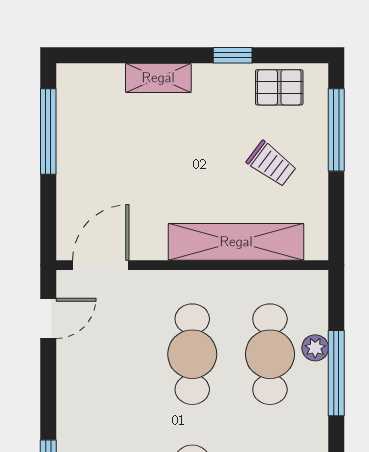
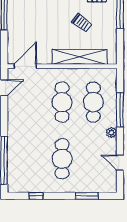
trolley: (271, 164) -> (82, 23), moved
plant: (315, 348) -> (111, 133), moved

